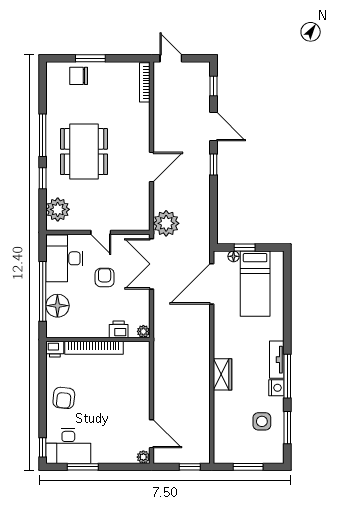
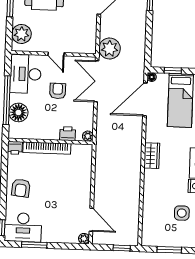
floor lamp: (234, 256) -> (152, 77), moved
wardrobe: (223, 374) -> (152, 156), moved

